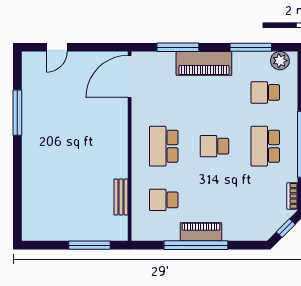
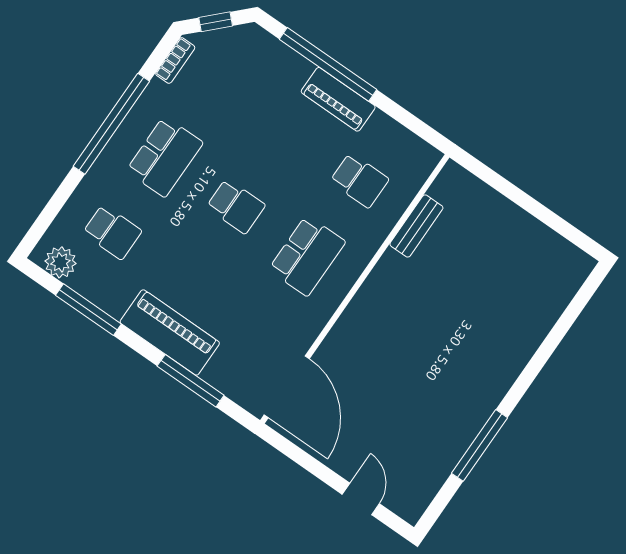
door: (57, 47) -> (361, 499), hinge flipped
door: (130, 76) -> (287, 387), hinge flipped
window: (89, 245) -> (508, 189), removed
window: (196, 245) -> (328, 64), moved

